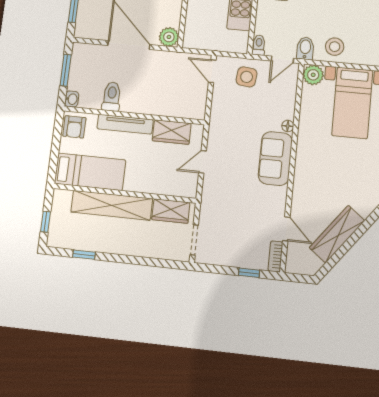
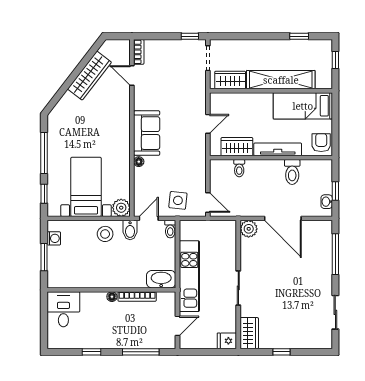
window: (66, 70) -> (335, 191), width x0.67
washbasin: (72, 99) -> (327, 202), moved
toilet: (172, 107) -> (239, 168), added
window: (249, 273) -> (190, 36), moved

